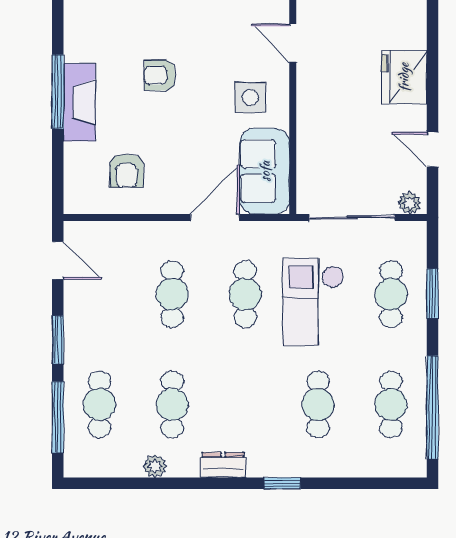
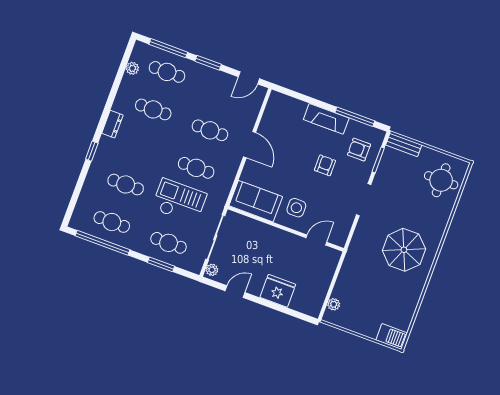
window: (58, 92) -> (355, 117), moved
armchair: (127, 171) -> (359, 150), moved
door: (215, 217) -> (249, 145), moved
plant: (155, 466) -> (132, 68), moved

